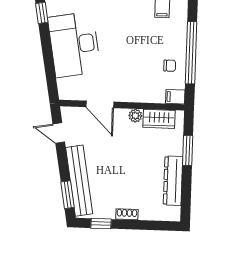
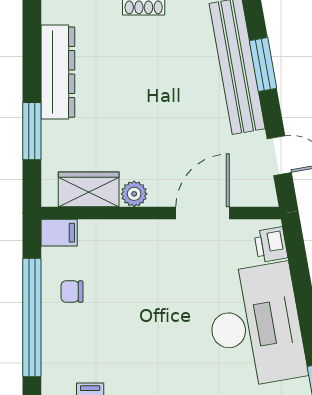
printer: (65, 87) -> (271, 245), added
door: (100, 104) -> (203, 213), hinge flipped
window: (68, 195) -> (263, 64), moved

